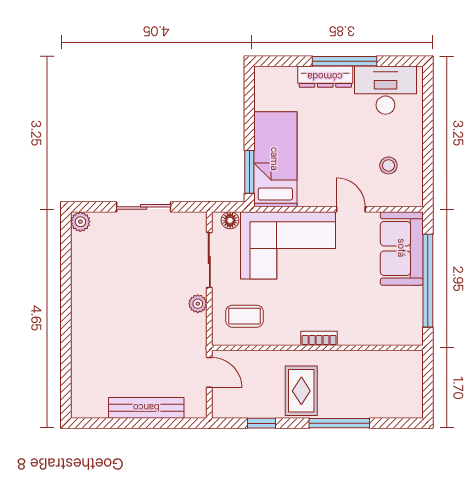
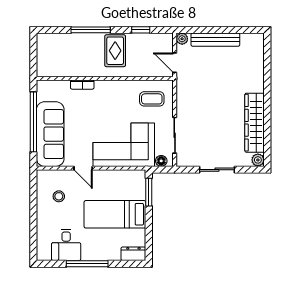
dresser: (325, 77) -> (133, 254), moved, width x0.70
desk: (385, 90) -> (66, 245), width x0.73
bed: (275, 159) -> (115, 214), moved, turned 90
sofa: (402, 248) -> (50, 134), width x1.36
wardrobe: (85, 279) -> (255, 123), added
plant: (198, 304) -> (182, 39), moved
bookcase: (319, 338) -> (82, 85), moved

